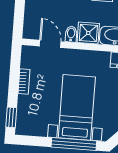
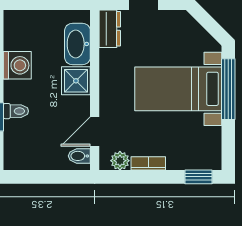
bidet: (71, 34) -> (79, 156), moved
plant: (27, 61) -> (120, 161), added

